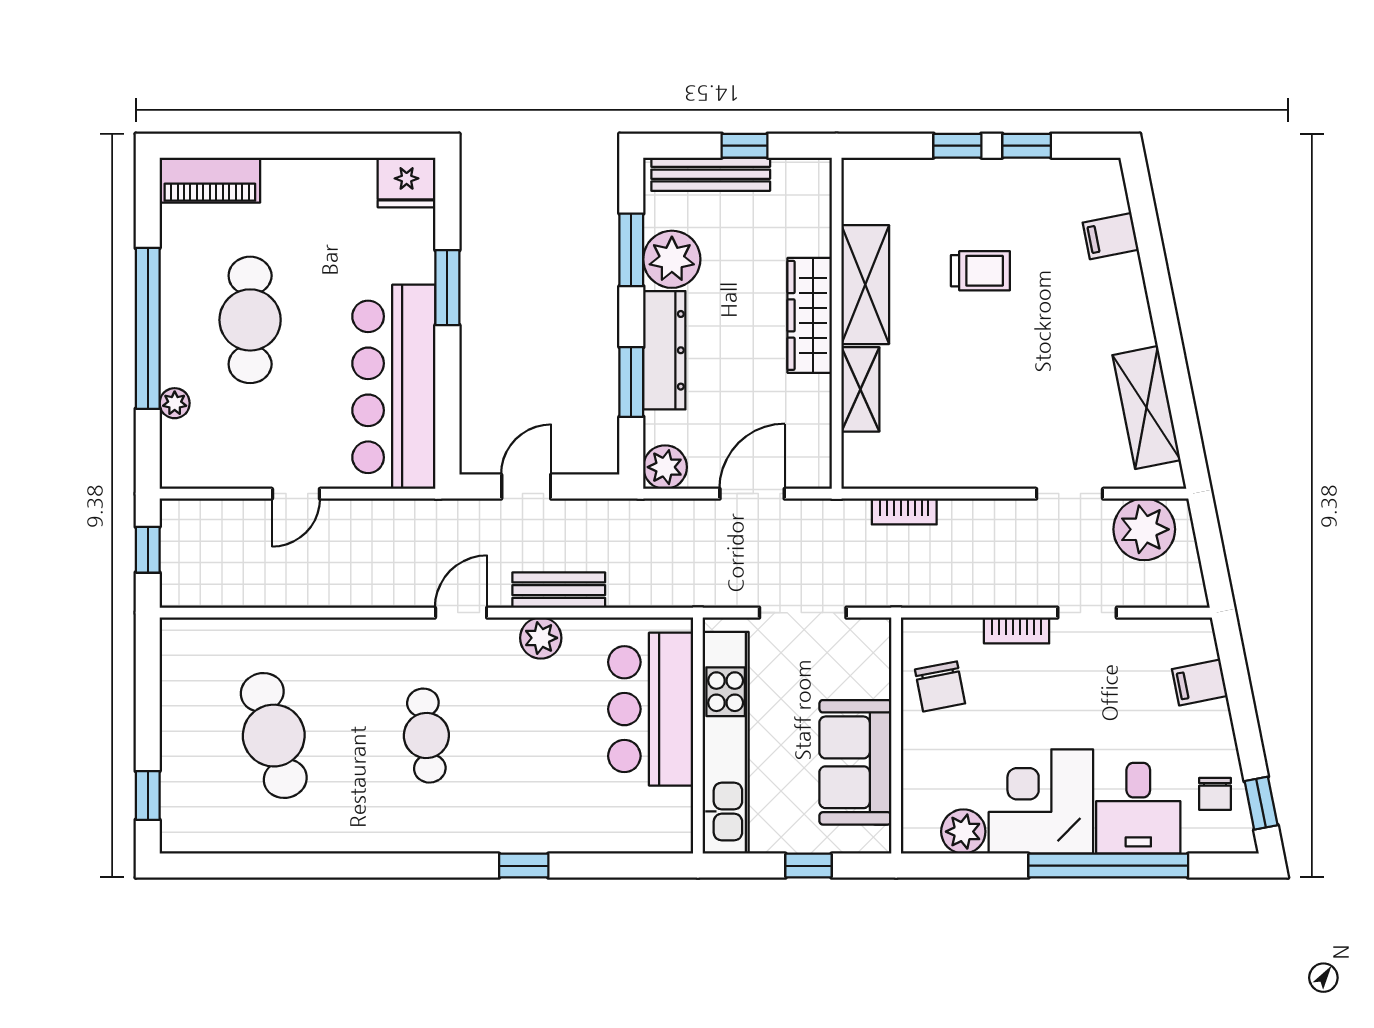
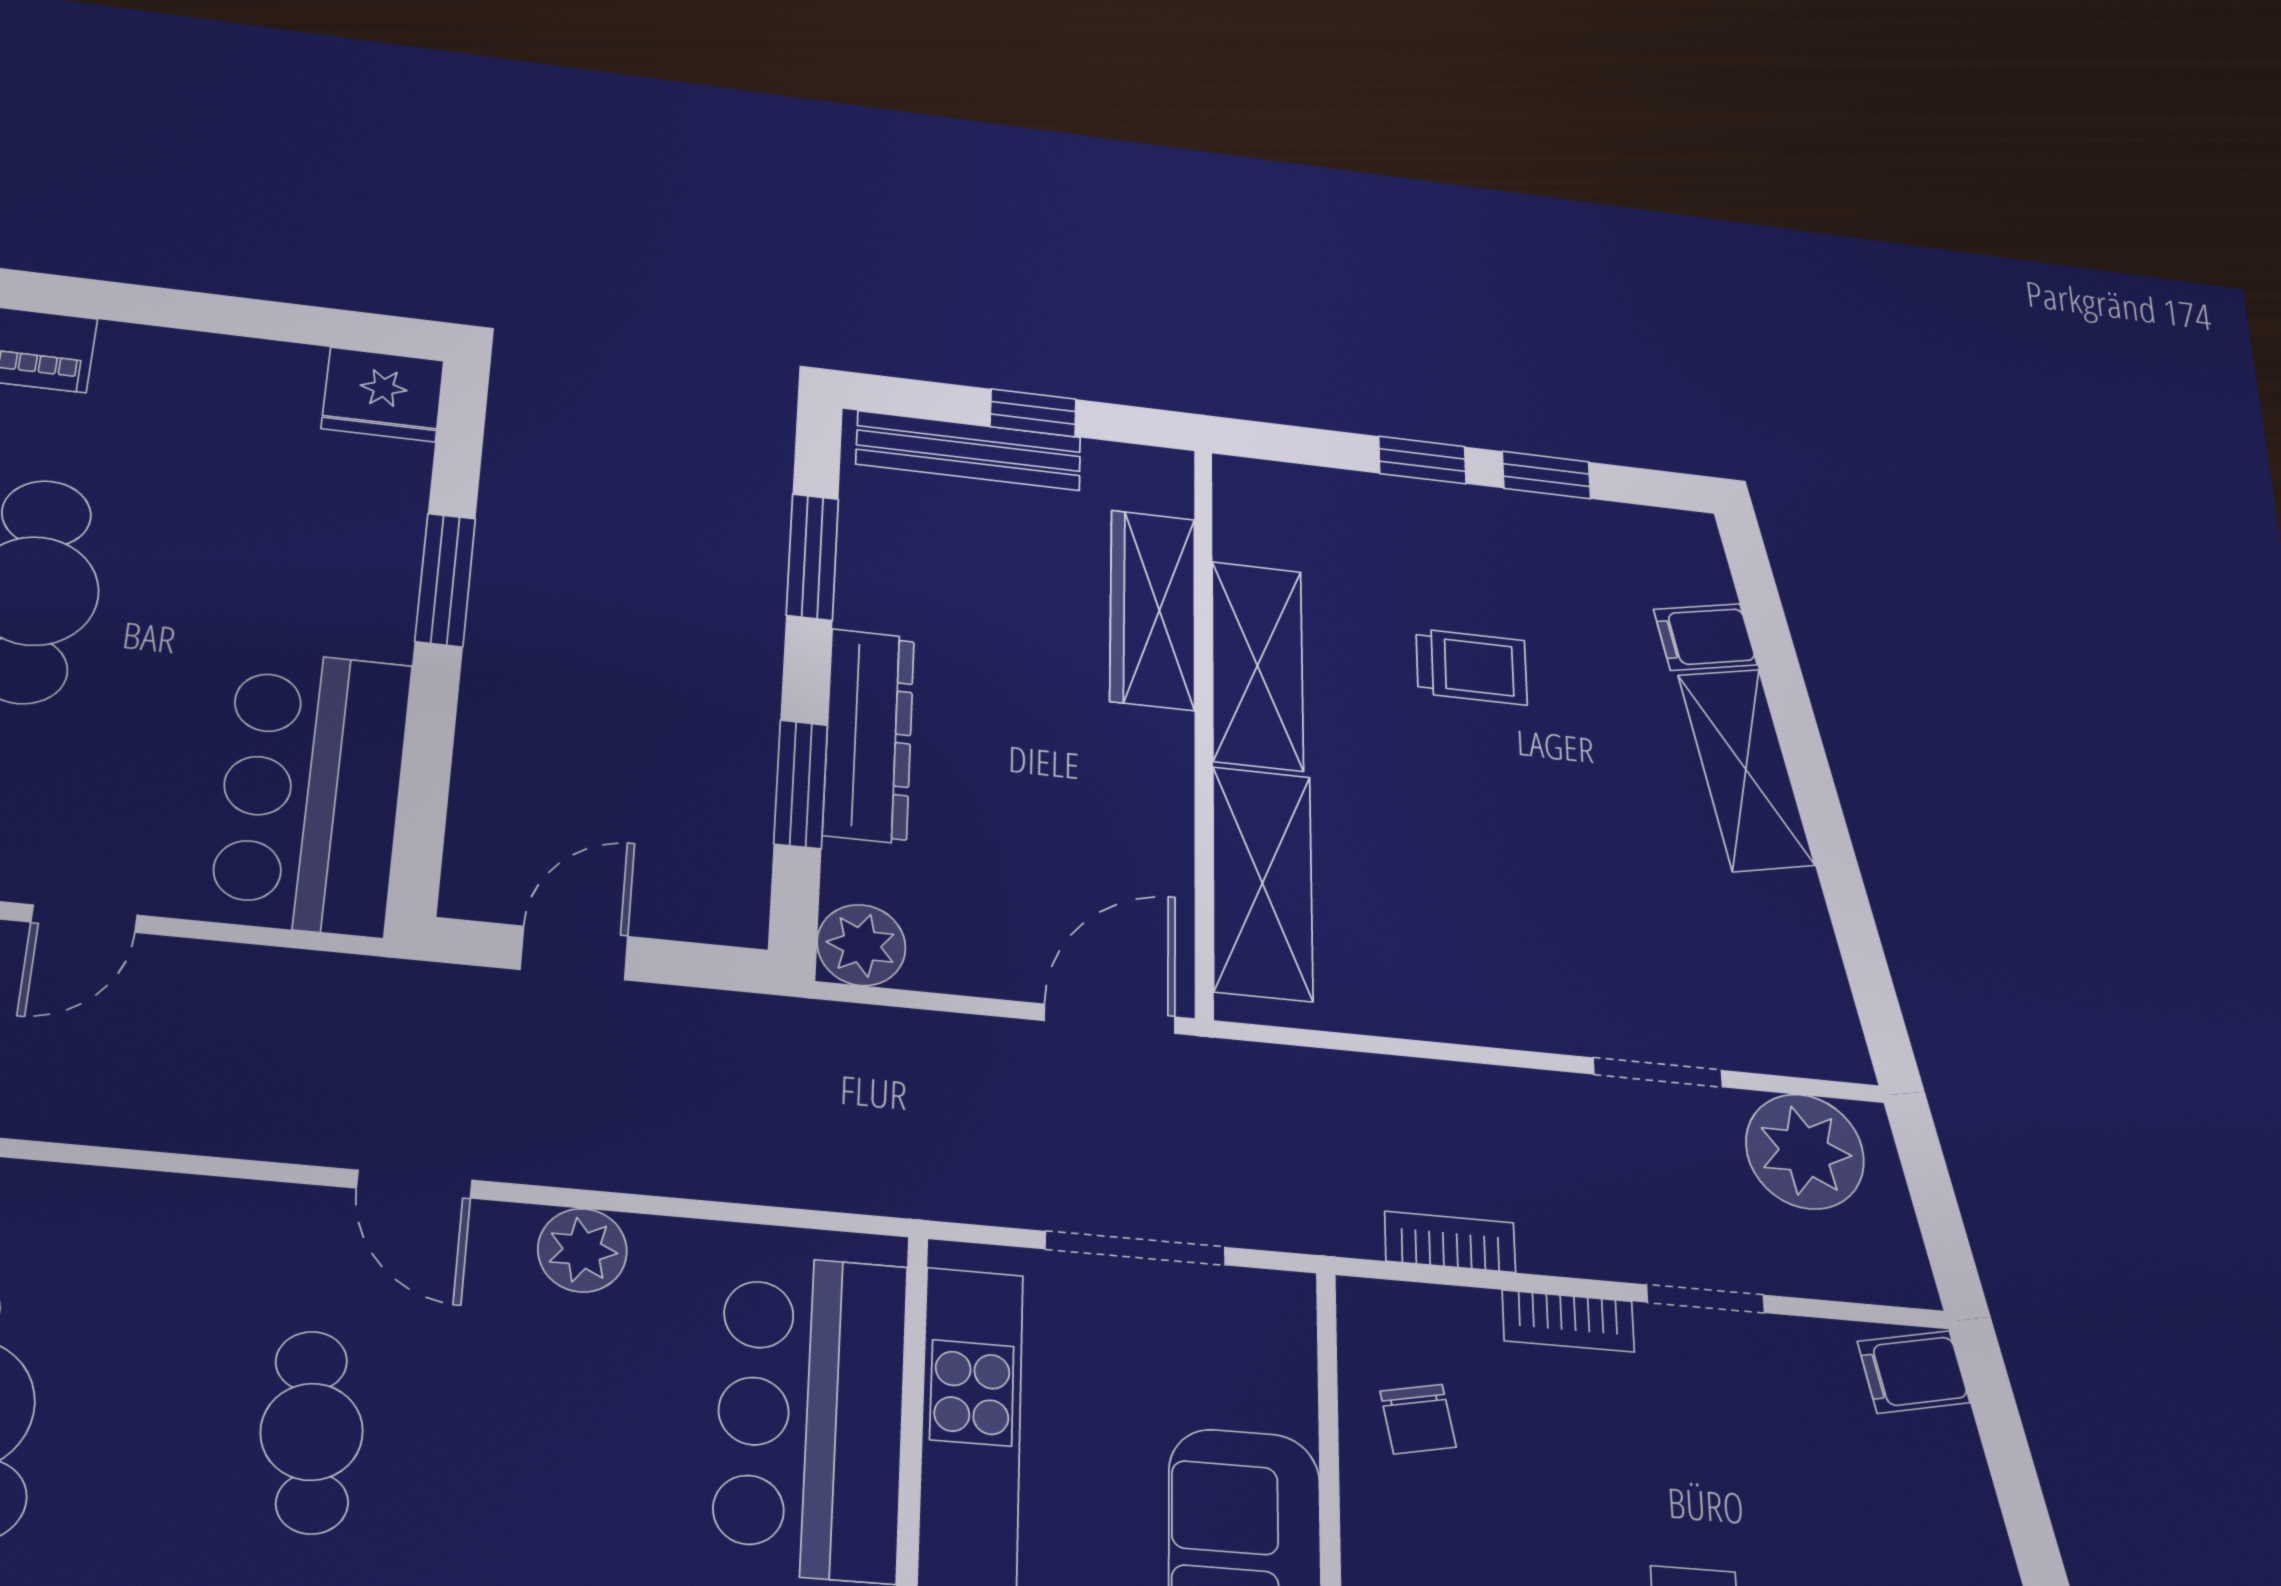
plant: (672, 259) -> (890, 582), removed
wardrobe: (810, 315) -> (1153, 610), moved
bar counter: (394, 387) -> (312, 791), width x0.73
shelving: (860, 389) -> (1262, 883), width x1.50, depth x1.33
shelving: (1146, 408) -> (1746, 770), moved
door: (752, 494) -> (1110, 1019), moved
bookcase: (904, 511) -> (1450, 1242), moved, turned 180
bench: (559, 590) -> (628, 1158), removed
door: (461, 613) -> (414, 1184), swing flipped
filing cabinet: (1200, 682) -> (1914, 1372), moved
chair: (940, 686) -> (1418, 1419), width x0.73, depth x0.73

